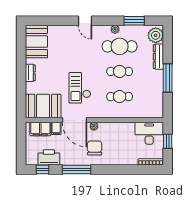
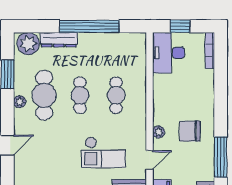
window: (168, 78) -> (89, 26), width x1.46
door: (74, 120) -> (150, 160), width x0.53

